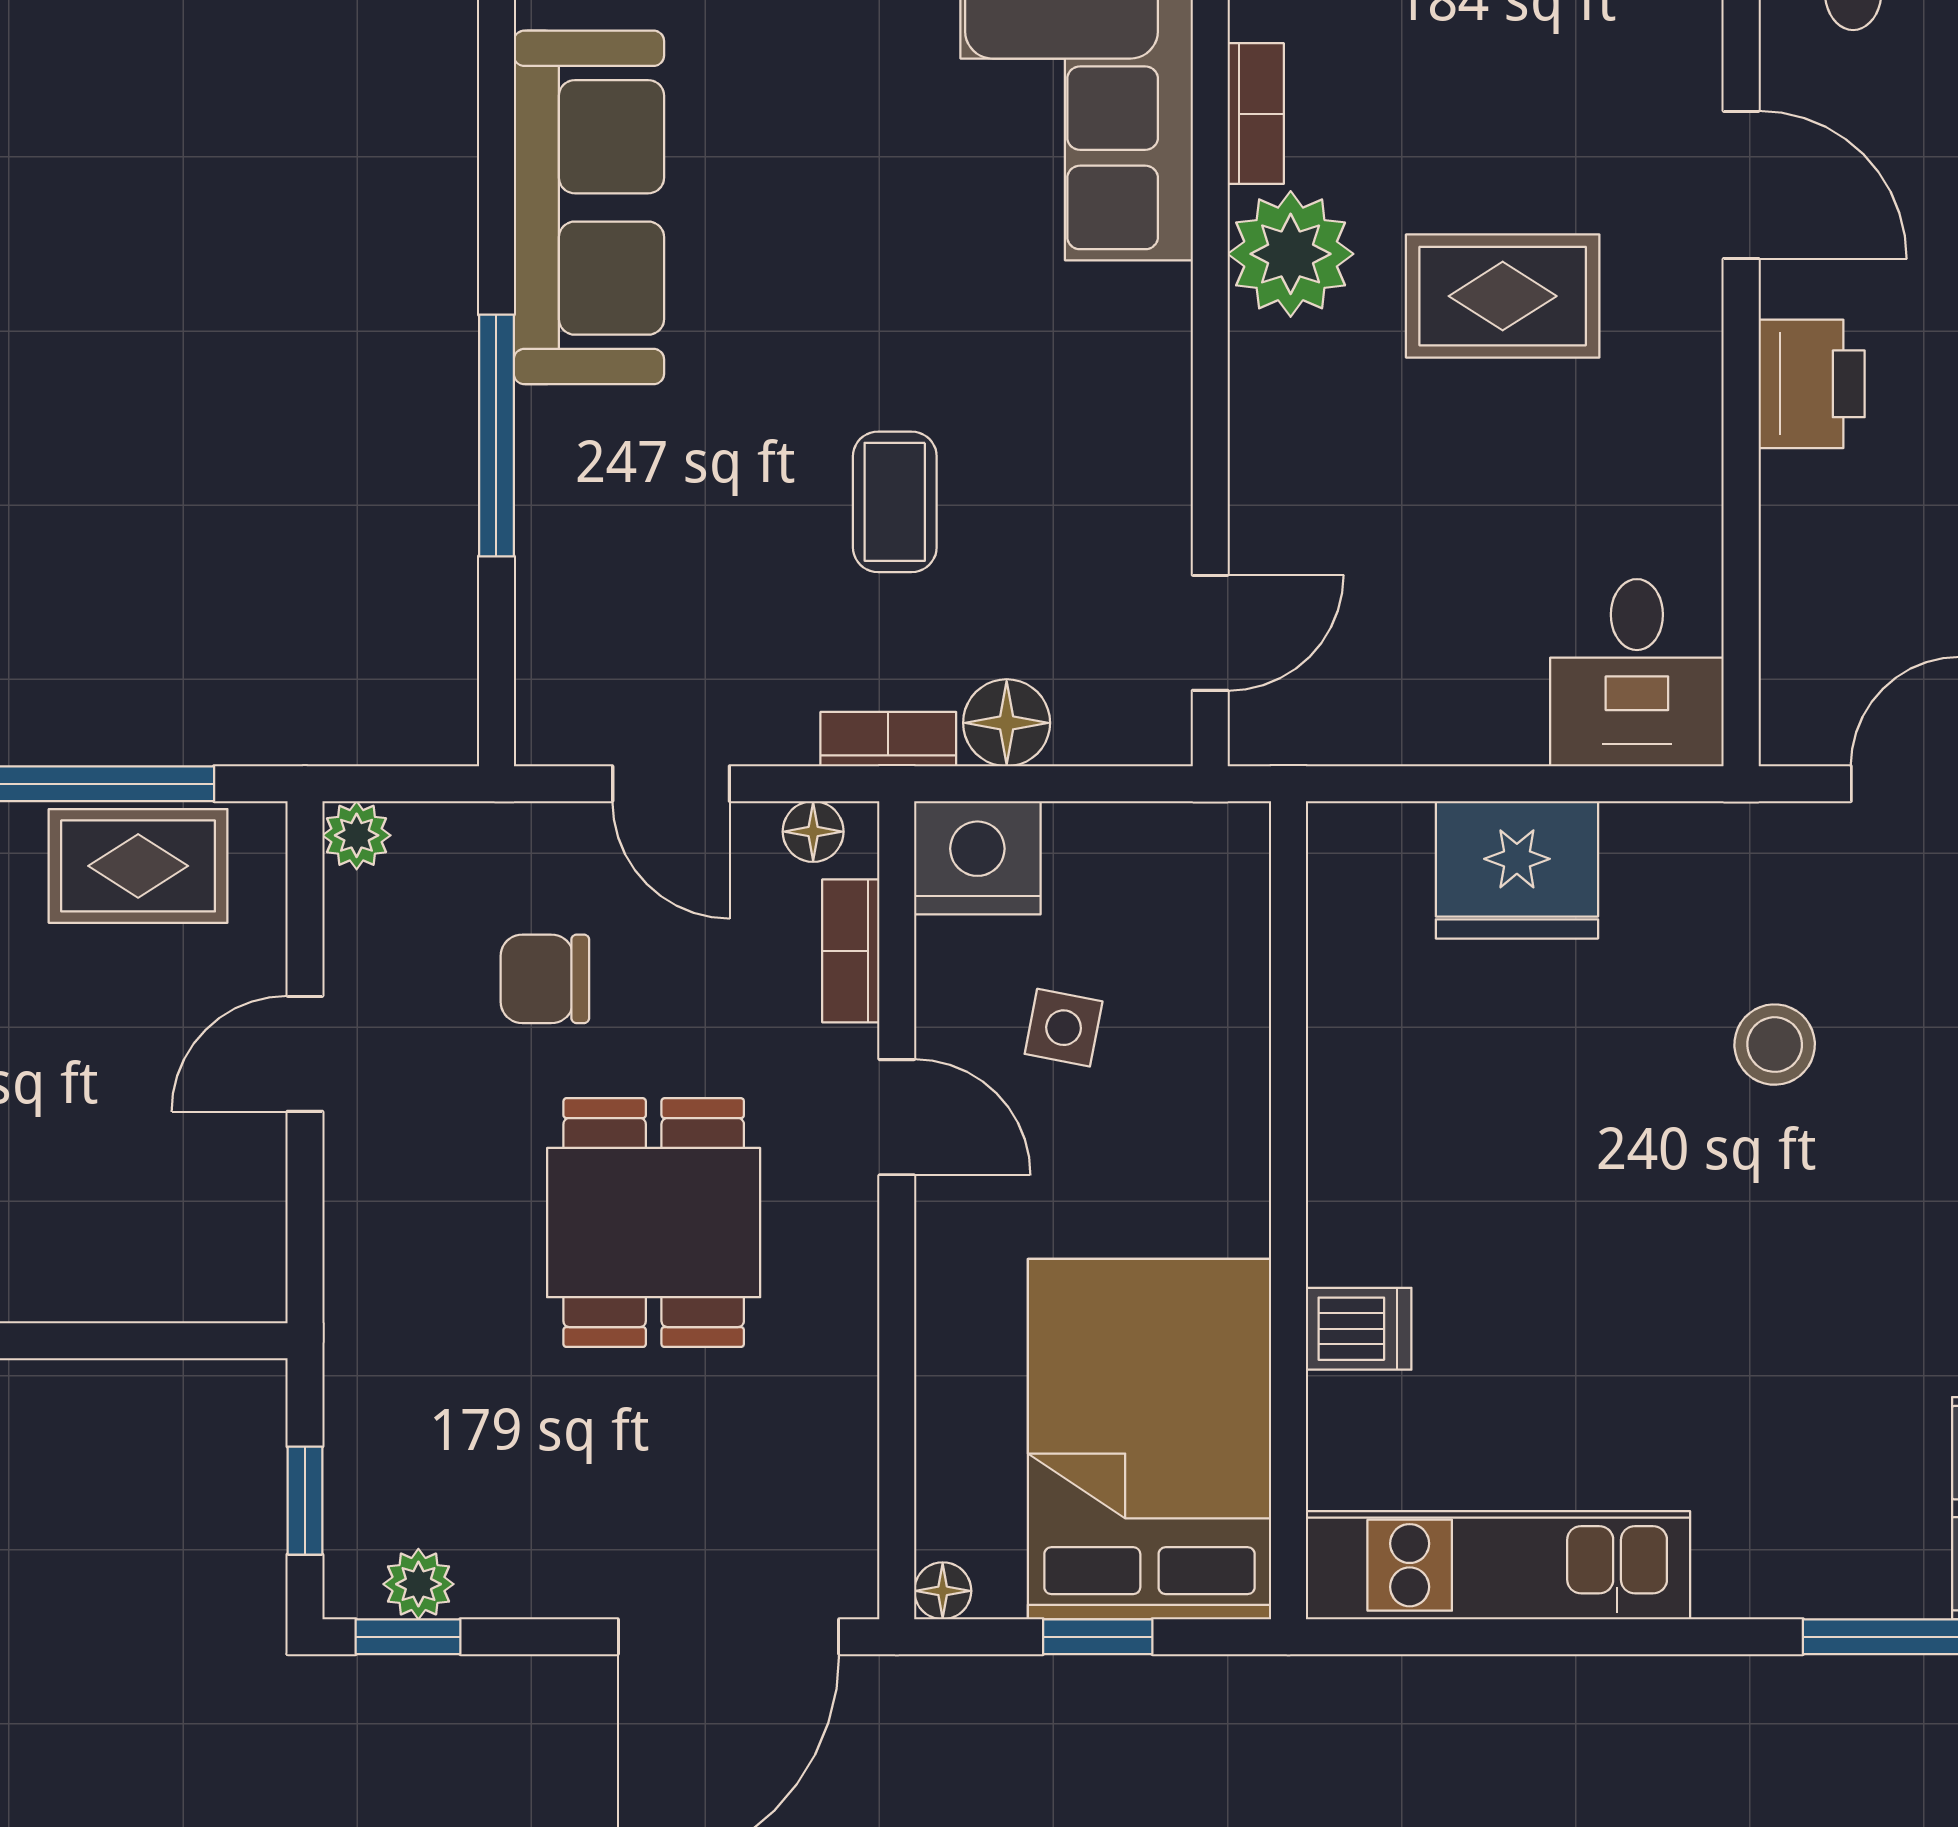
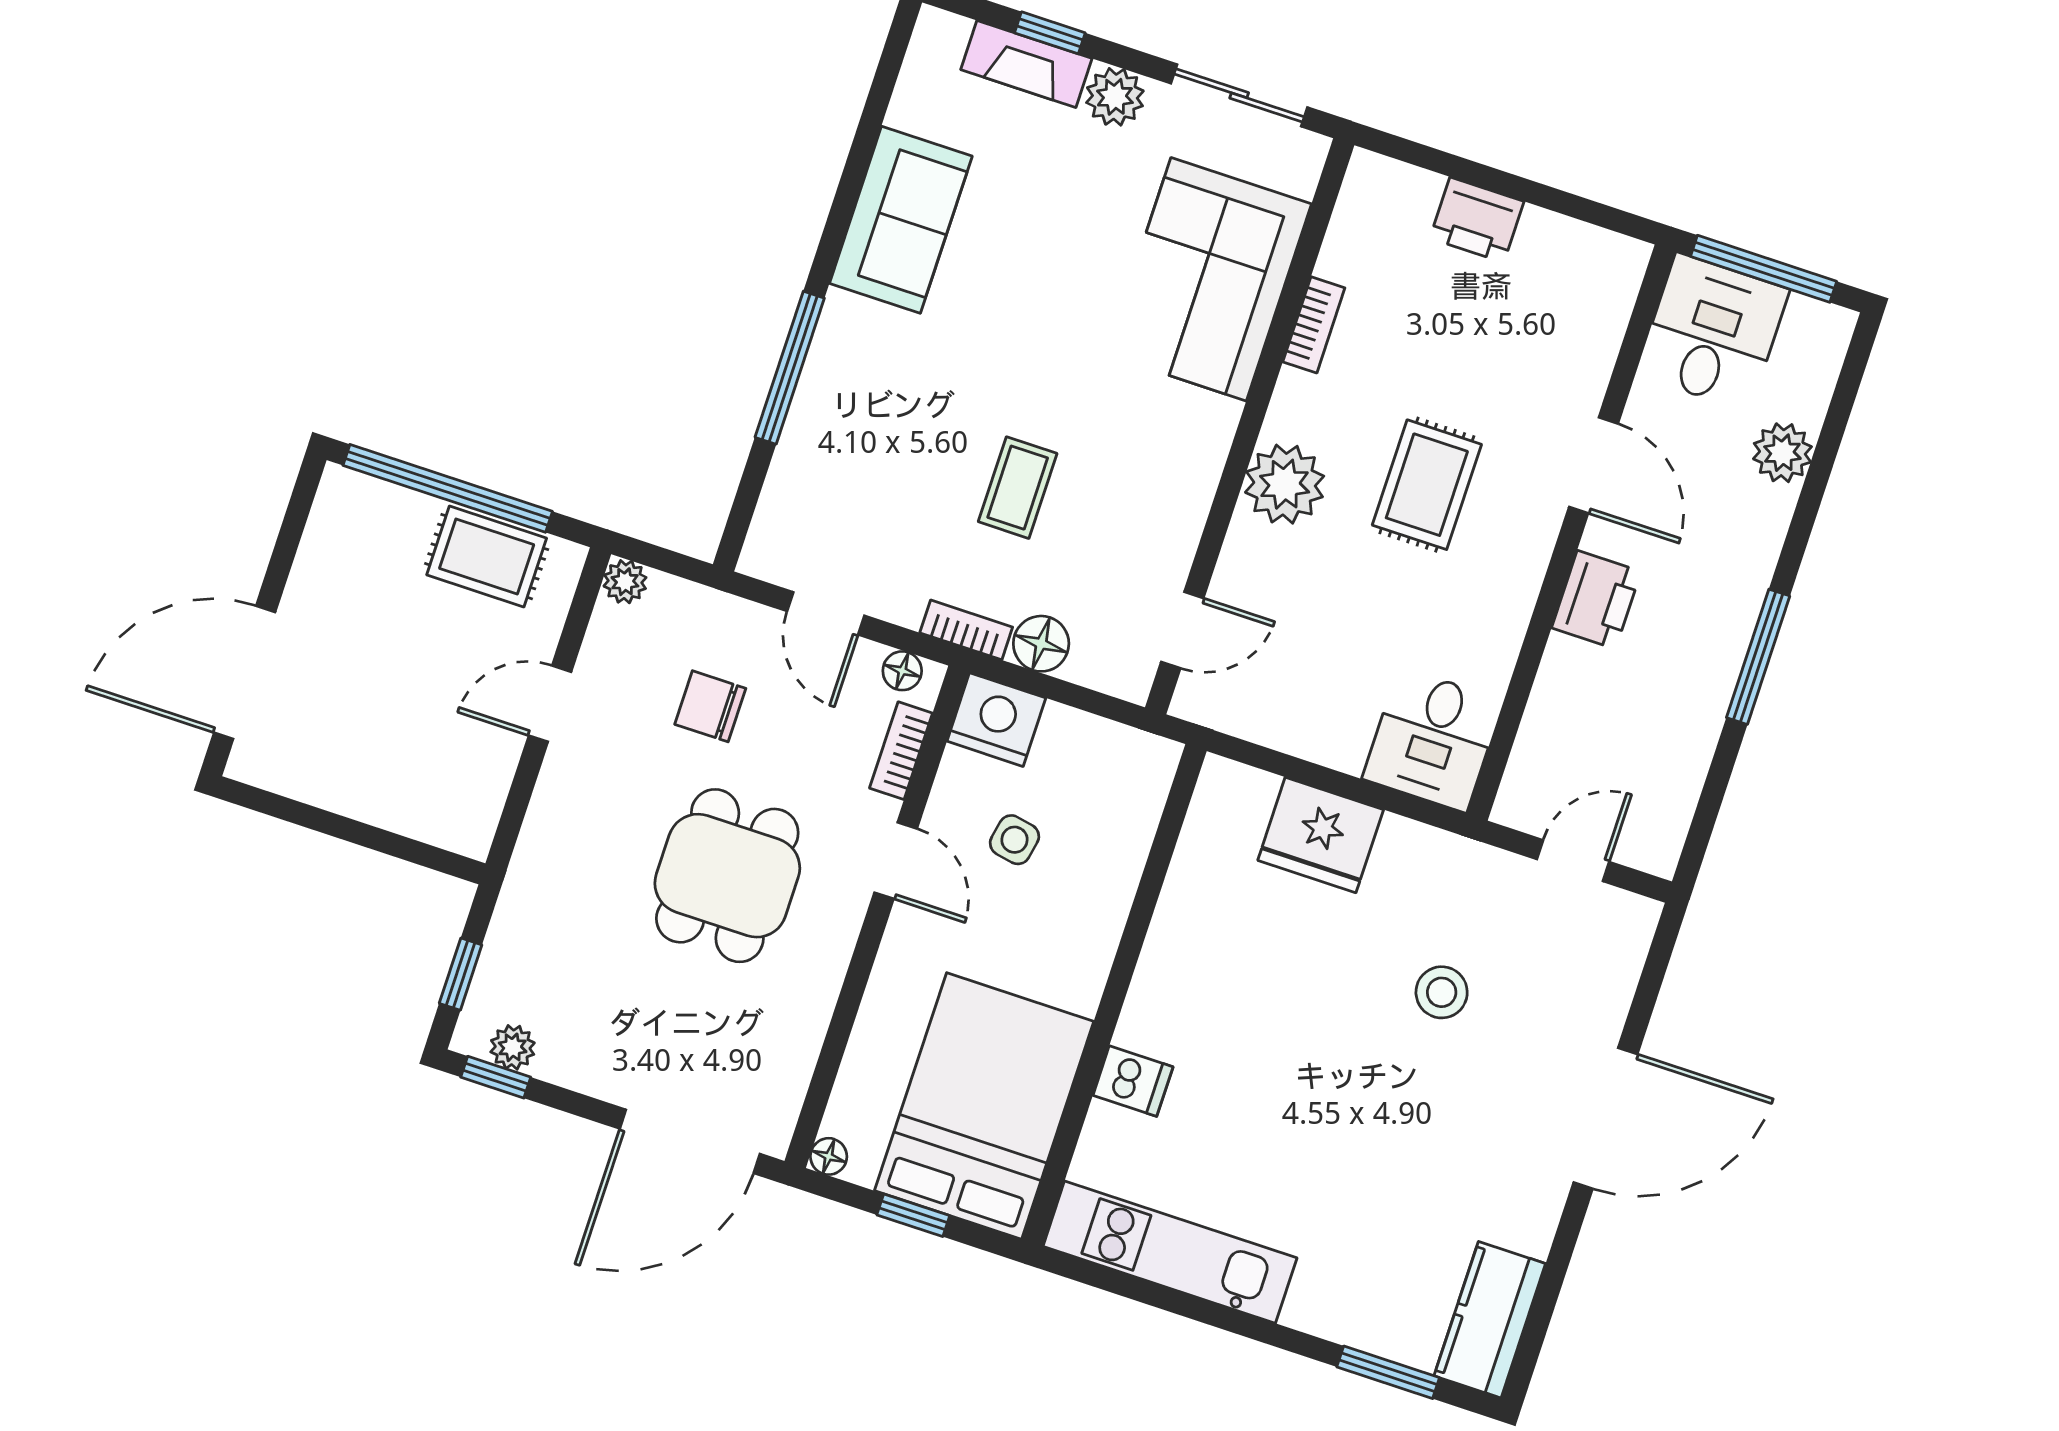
sofa: (589, 207) -> (901, 220), width x0.73
plant: (1291, 254) -> (1285, 484), moved
rug: (1503, 296) -> (1427, 485), turned 90

